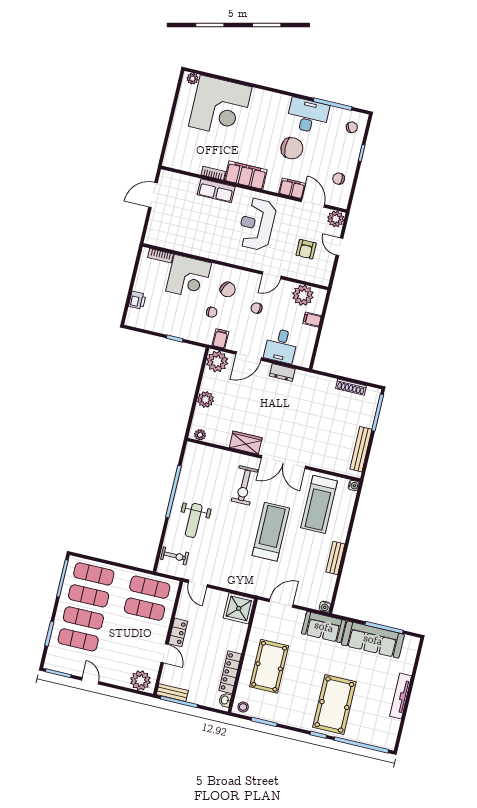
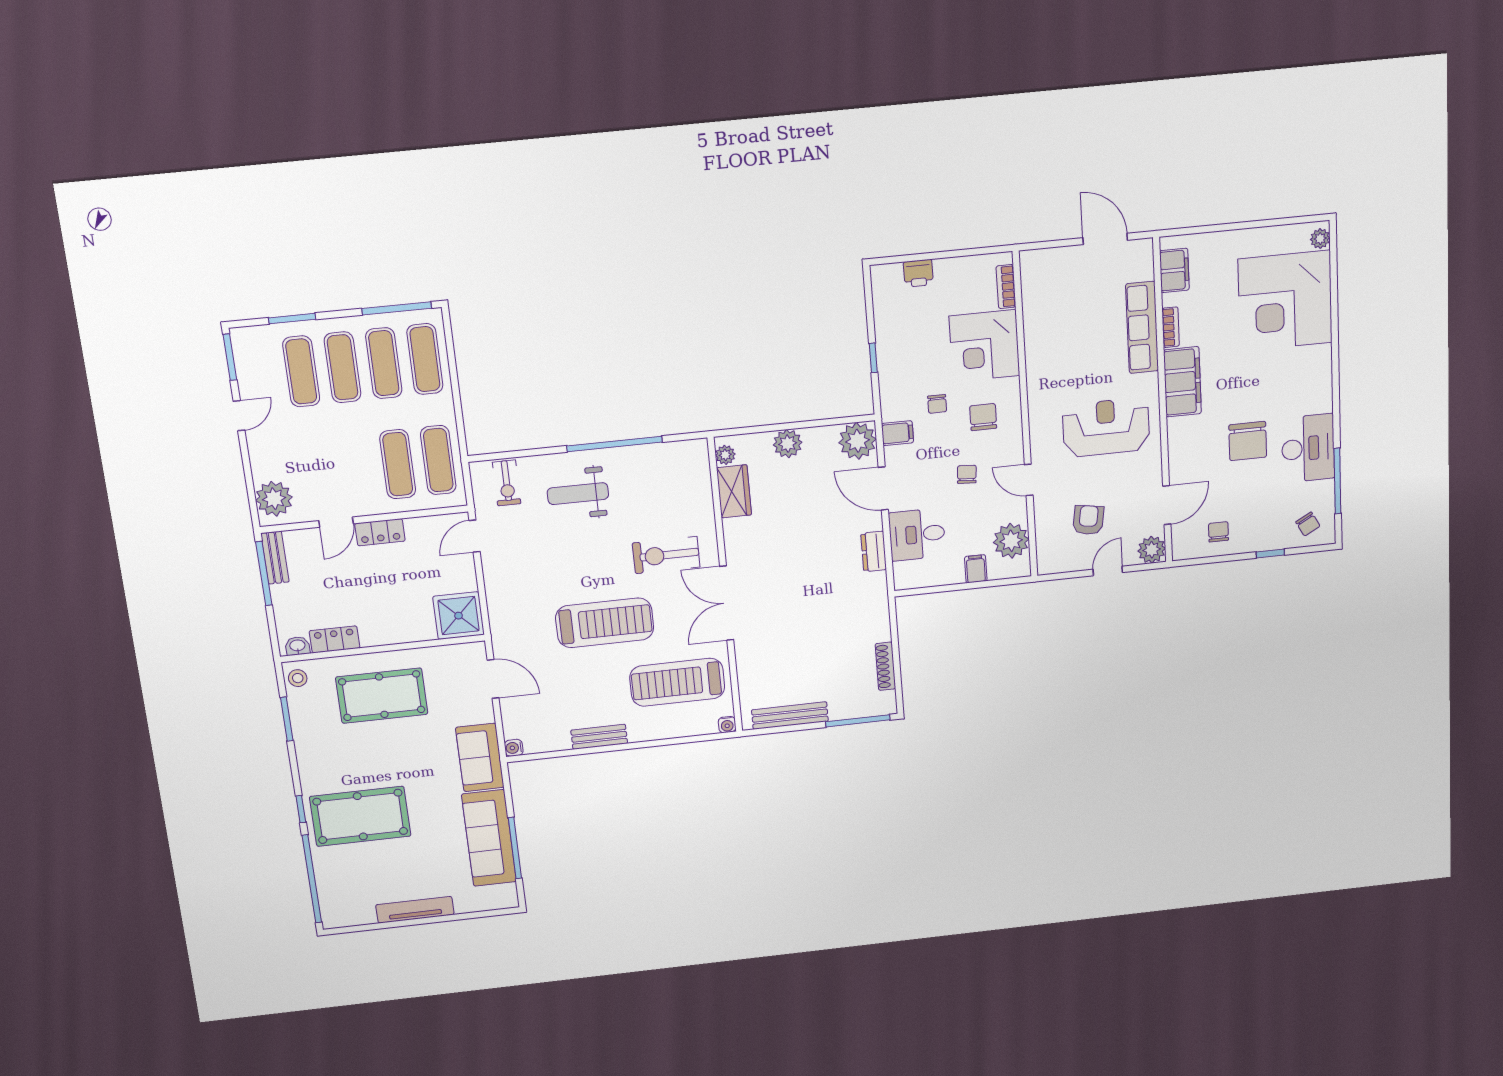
filing cabinet: (292, 188) -> (1174, 270), moved
row of seats: (216, 191) -> (1142, 327), width x1.48
armchair: (306, 249) -> (1088, 520), turned 99
chair: (228, 289) -> (983, 417), turned 151
wardrobe: (246, 443) -> (734, 491), moved
locker: (230, 672) -> (334, 639), width x0.66

